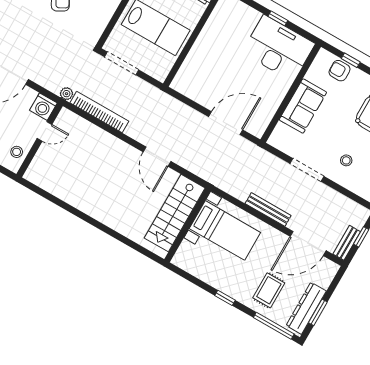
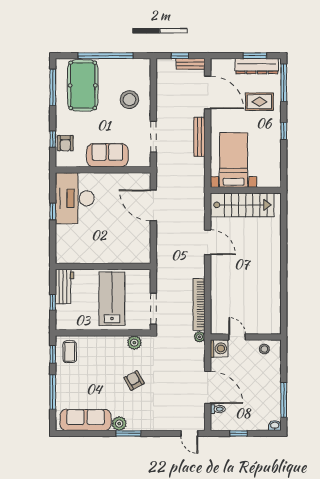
plant: (98, 25) -> (134, 343), added
door: (157, 157) -> (208, 242), hinge flipped
stool: (346, 160) -> (129, 100), width x1.89, depth x1.89
doorway: (307, 170) -> (153, 137), moved

